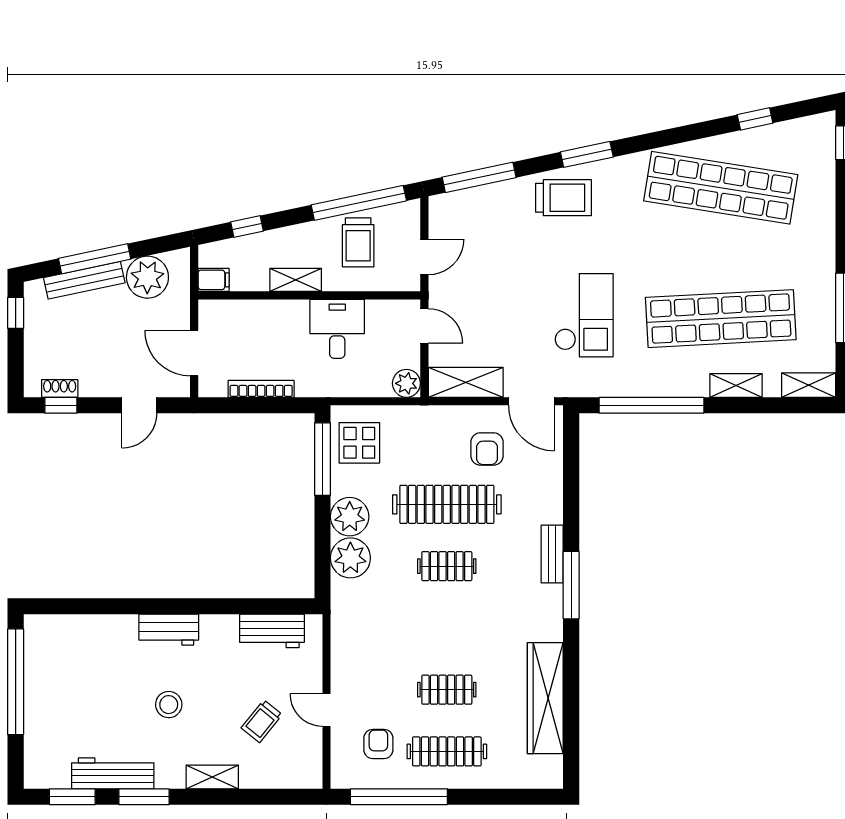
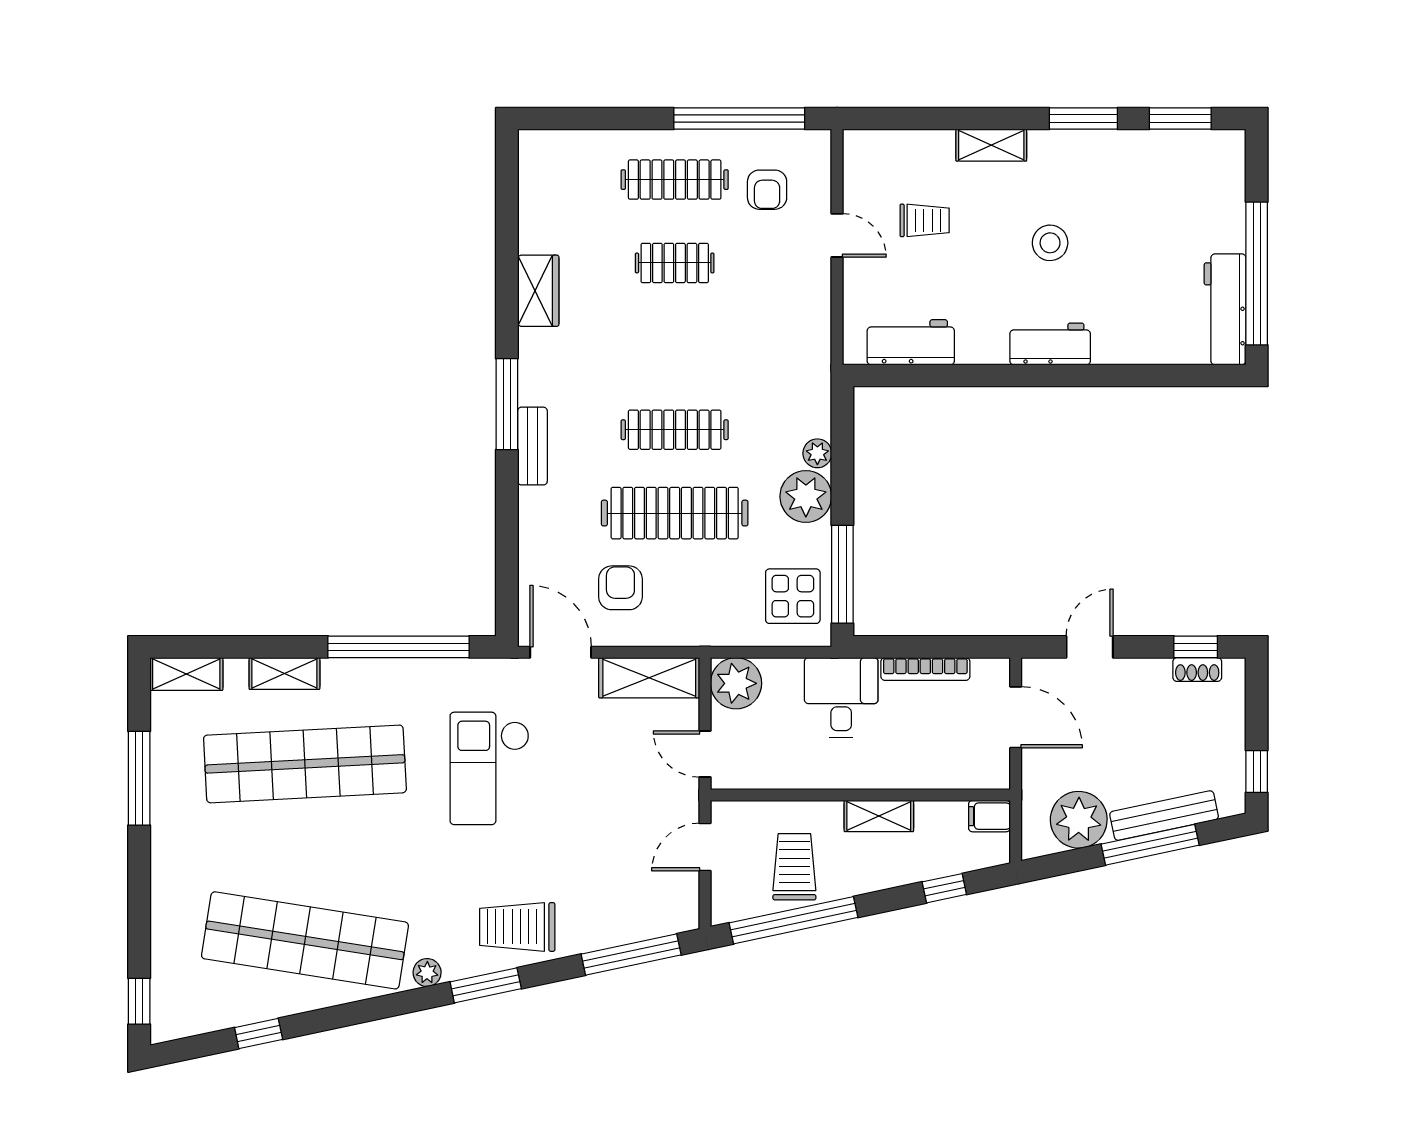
plant: (630, 164) -> (427, 973), added
desk: (337, 329) -> (841, 697), moved, turned 180
plant: (406, 383) -> (736, 683), width x1.36, depth x1.36
plant: (350, 558) -> (817, 453), width x0.53, depth x0.53
clothes rail: (447, 566) -> (675, 430), width x1.36
wardrobe: (545, 698) -> (538, 291), width x0.48, depth x0.85
trolley: (262, 721) -> (925, 220), turned 51
workbench: (113, 773) -> (1225, 309), moved, turned 90

